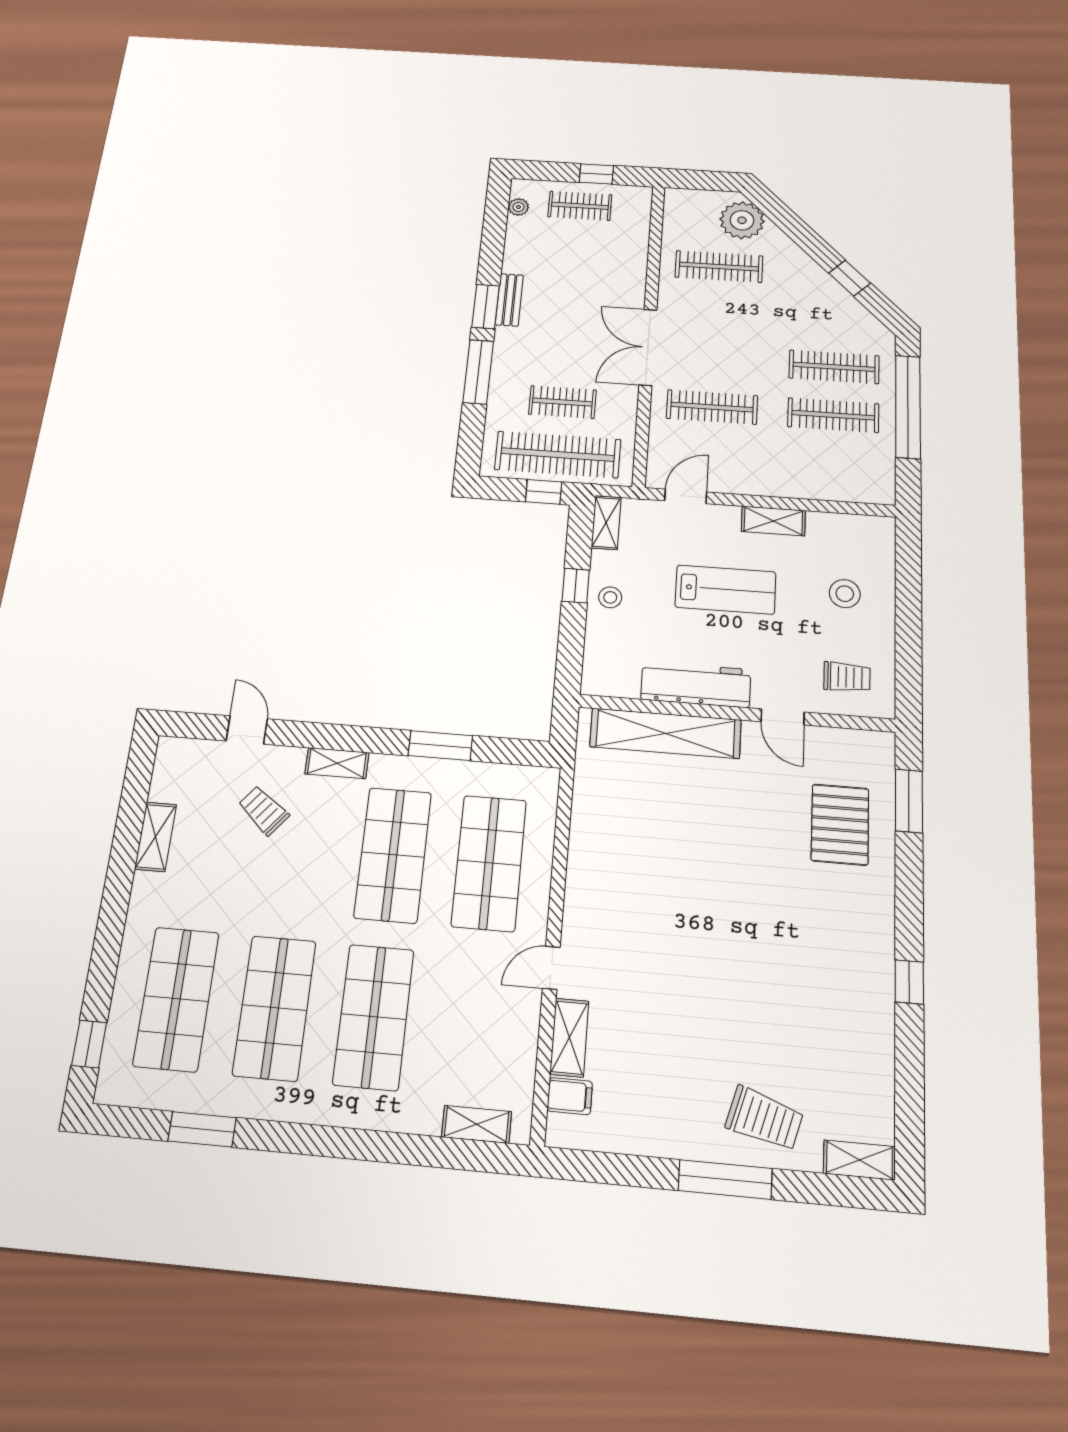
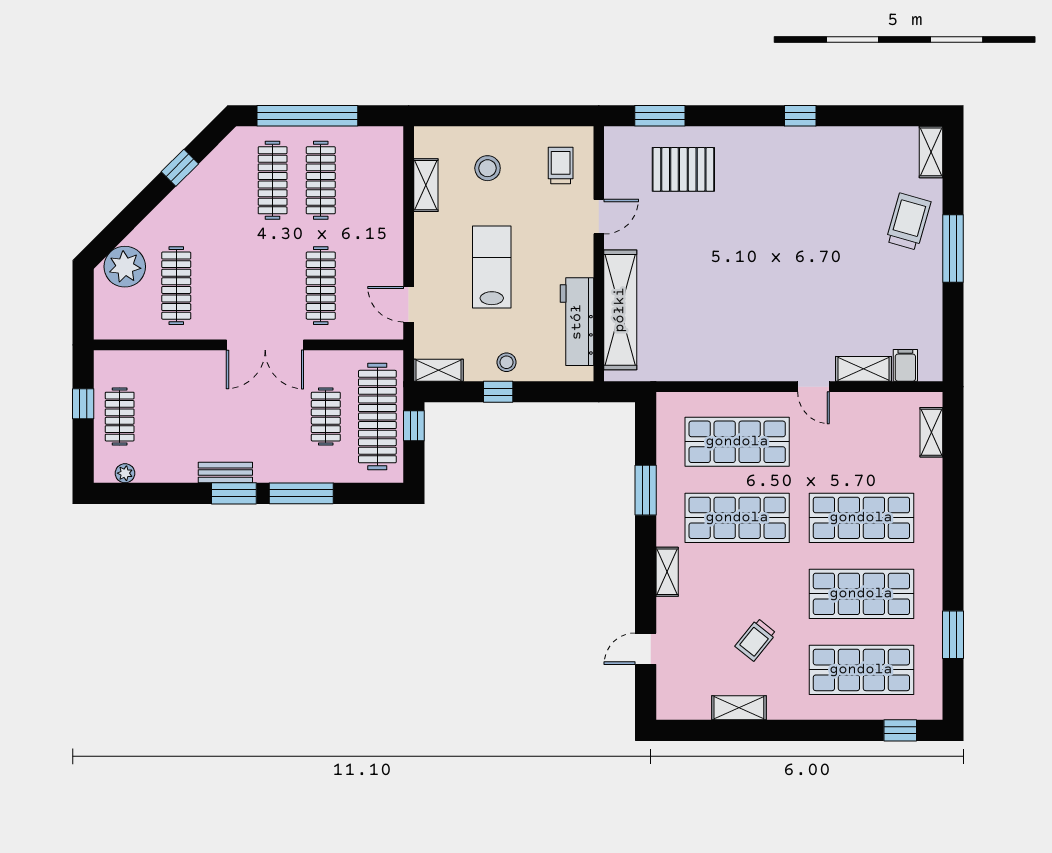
shelving: (773, 521) -> (426, 185), moved
workbench: (696, 684) -> (577, 322), moved
trolley: (264, 810) -> (756, 640), moved

